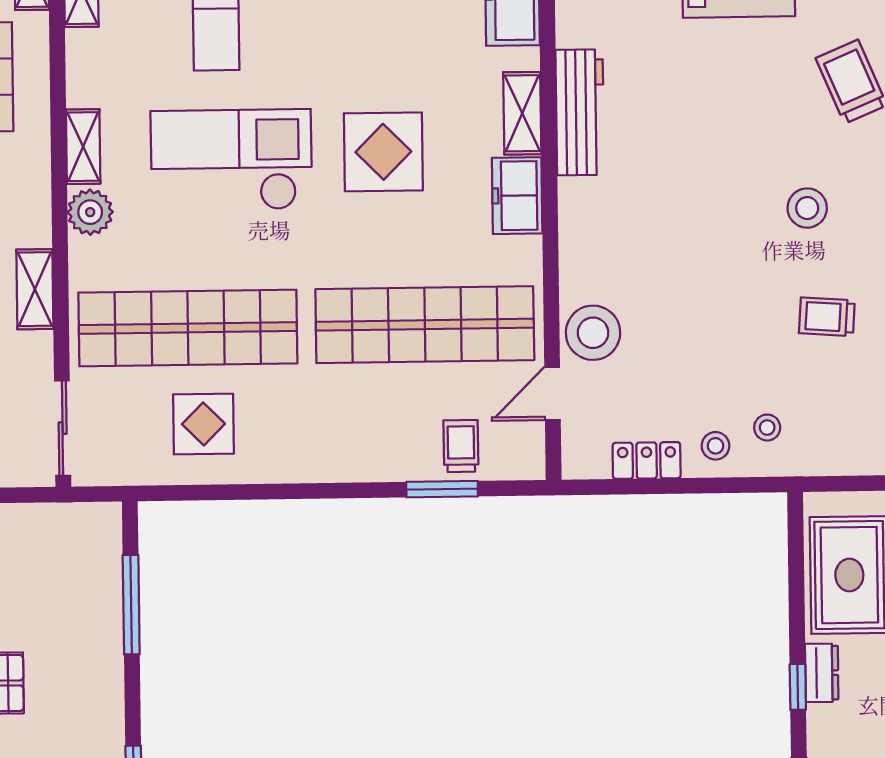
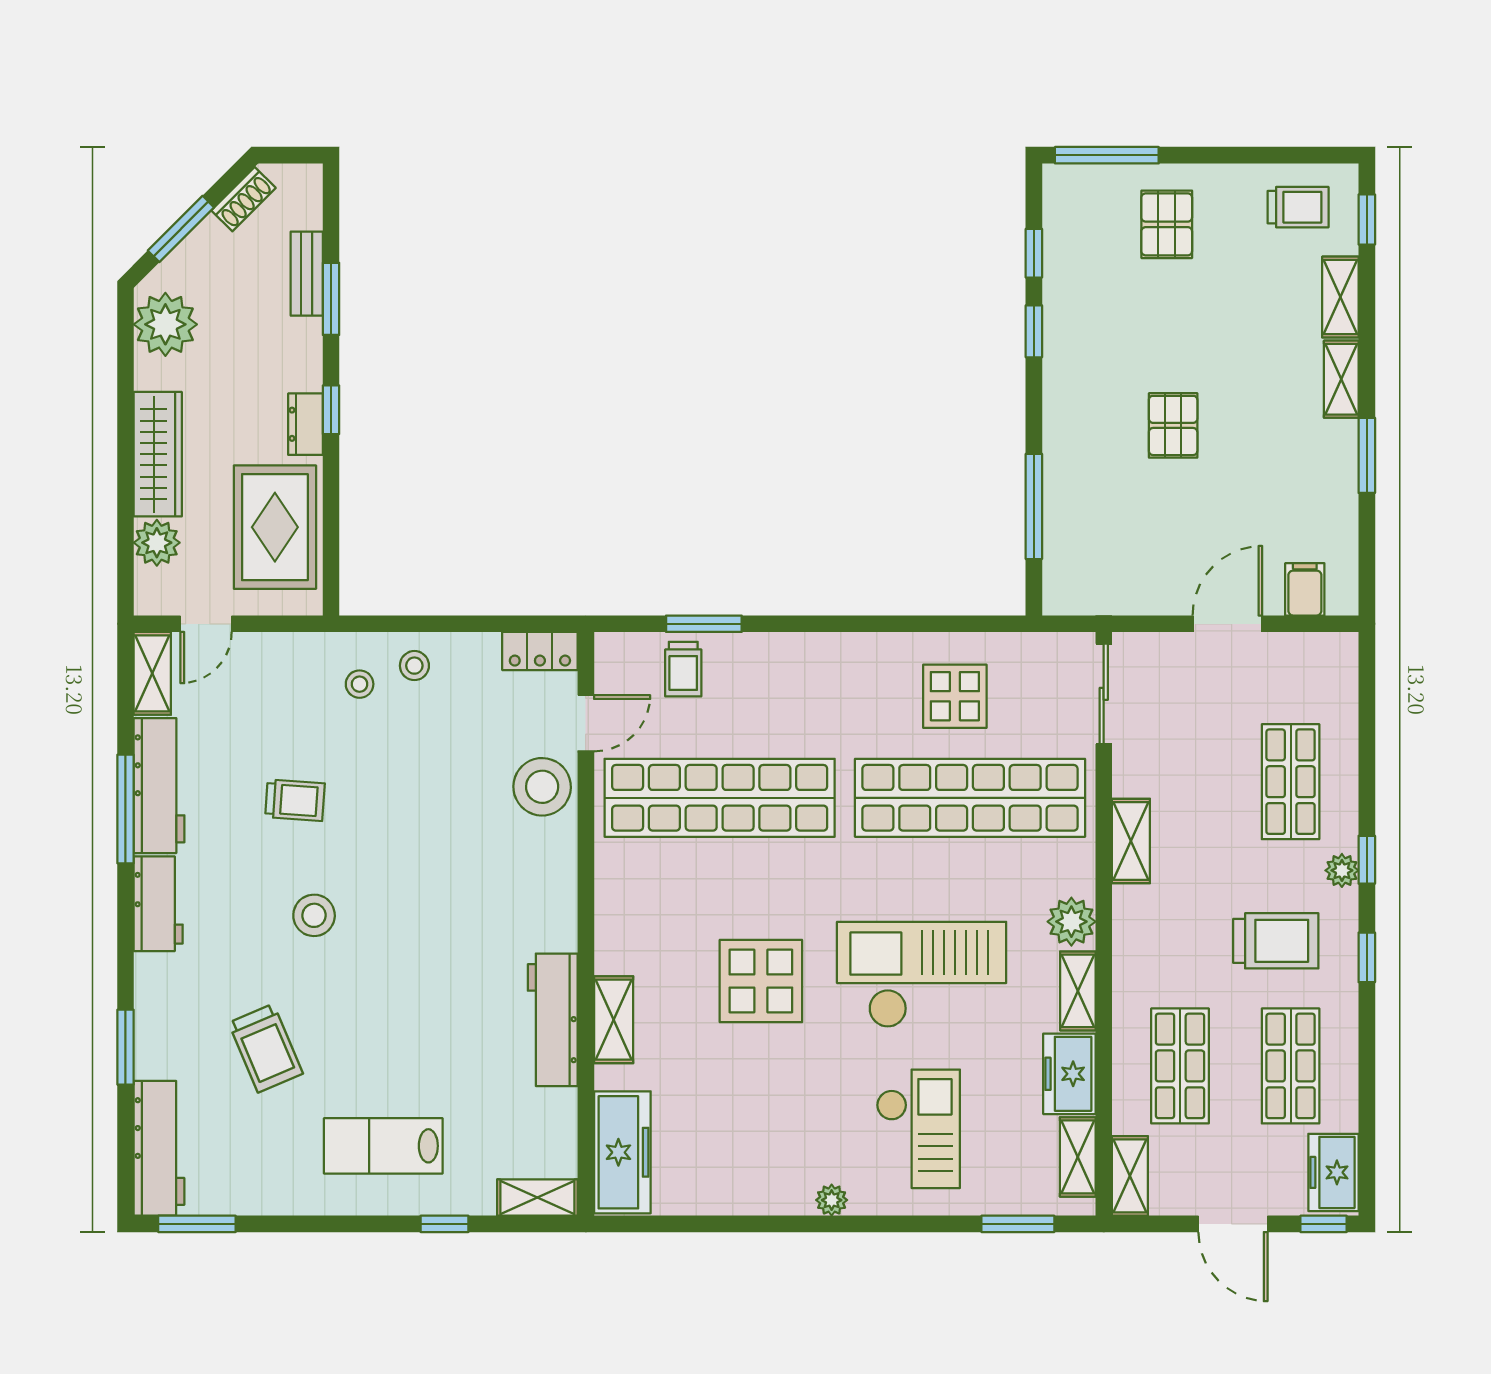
checkout: (231, 160) -> (922, 975), turned 180
freezer: (517, 196) -> (1069, 1074), moved, turned 180
locker: (647, 461) -> (540, 651), moved

